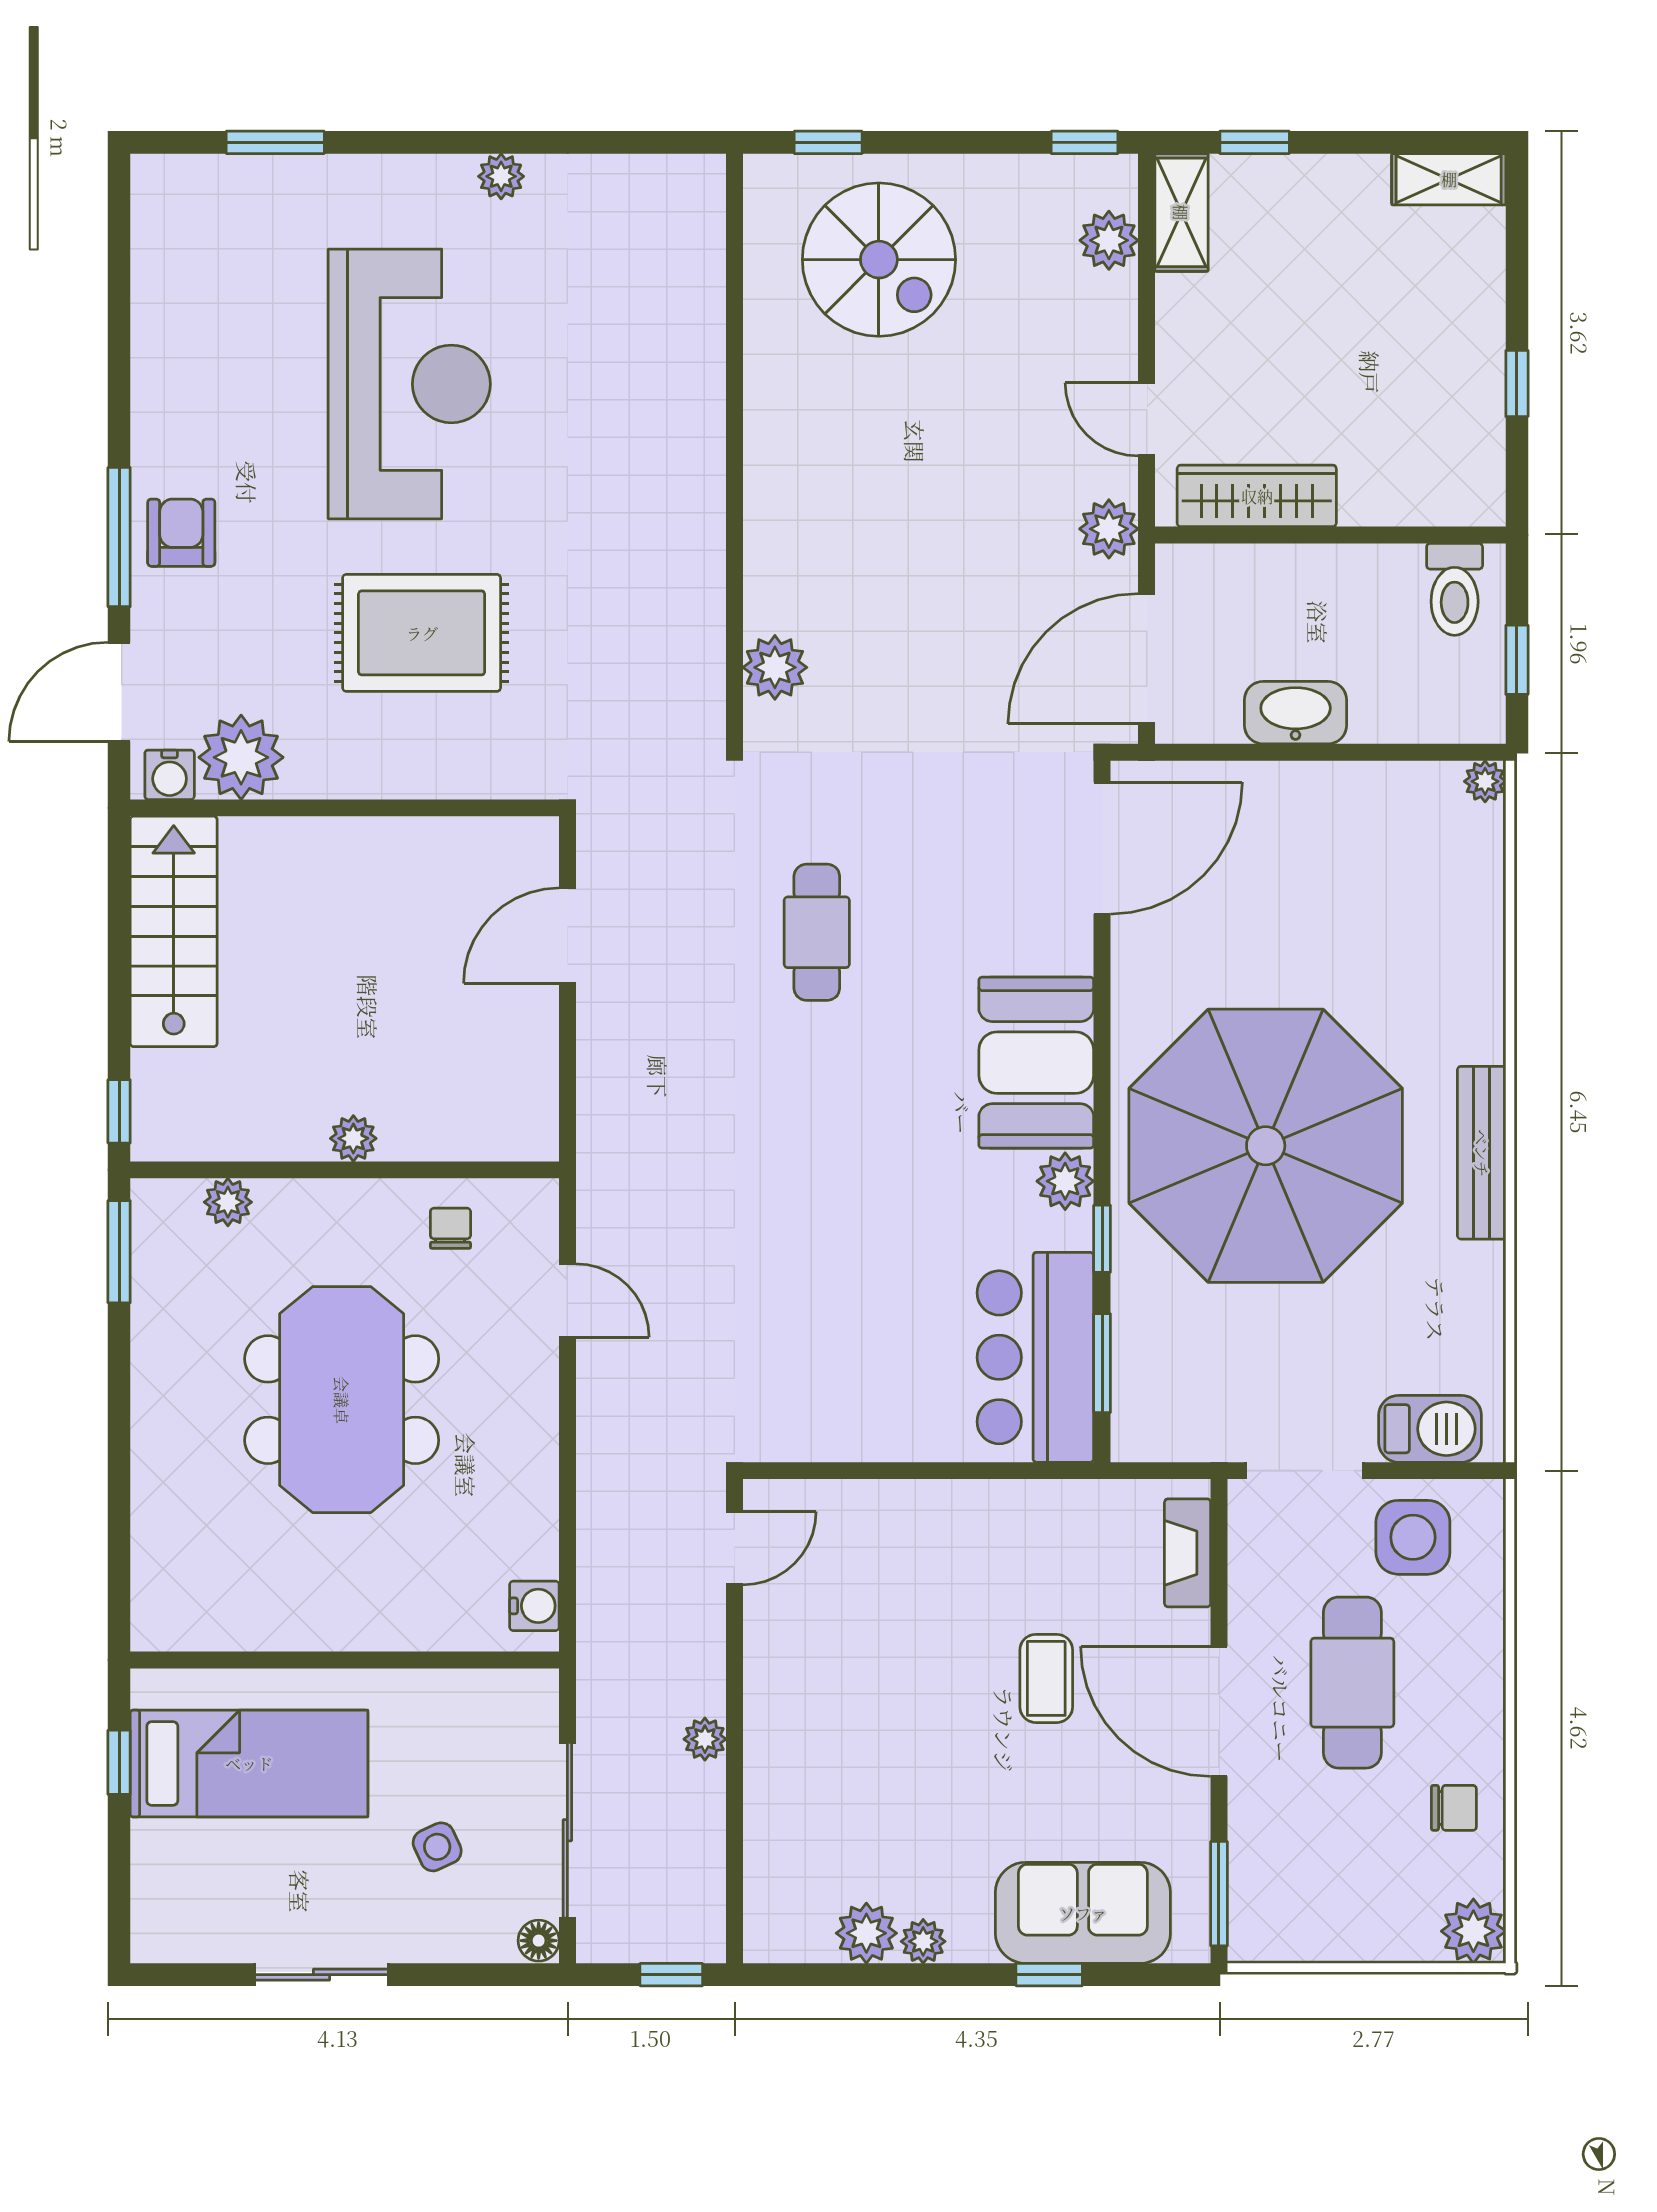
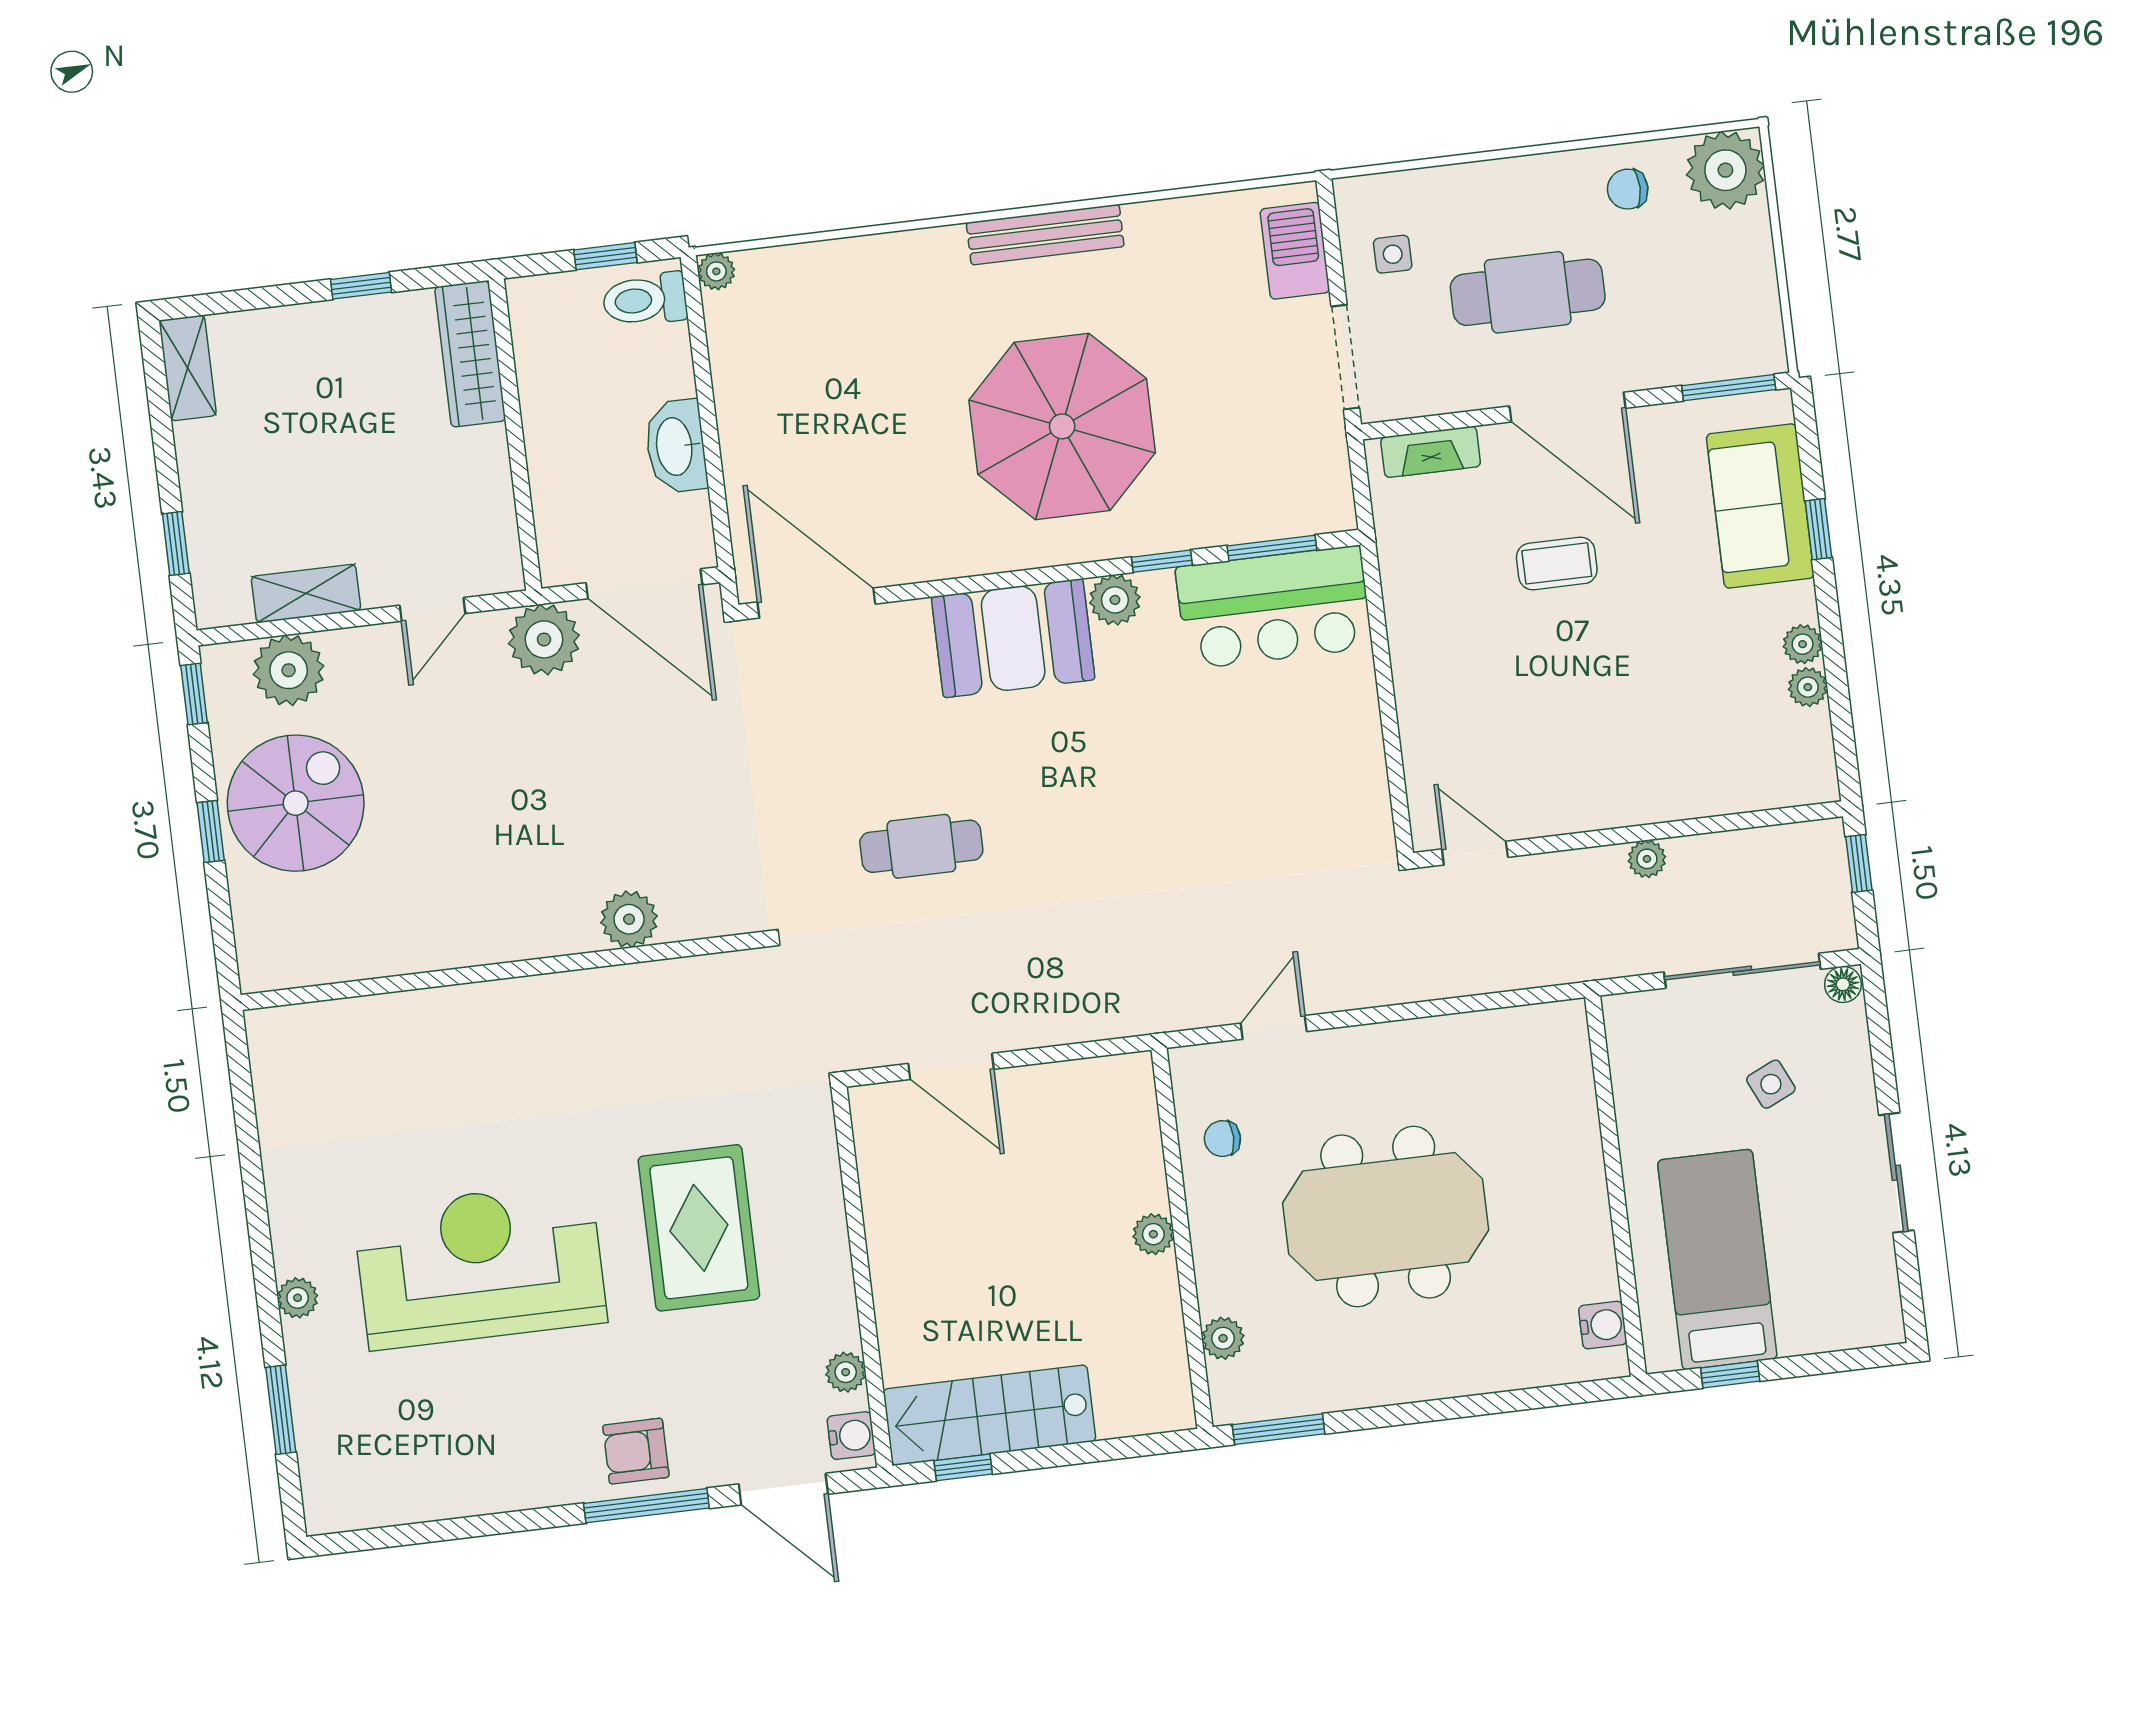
window: (828, 142) -> (211, 832), moved
plant: (501, 176) -> (298, 1298), moved
shelving: (1181, 212) -> (306, 593), moved
plant: (1109, 240) -> (289, 670), width x1.36, depth x1.36
spiral stairs: (879, 260) -> (296, 803), moved
wardrobe: (1257, 496) -> (470, 354), moved
plant: (1109, 529) -> (544, 639), width x1.36, depth x1.36
toilet: (1455, 589) -> (645, 300), moved, turned 180
plant: (775, 667) -> (629, 919), moved
plant: (241, 757) -> (846, 1372), width x0.53, depth x0.53
window: (119, 1111) -> (963, 1467), moved
parasol: (1266, 1146) -> (1062, 426), width x0.73, depth x0.73
side table: (1413, 1537) -> (1393, 254), width x0.54, depth x0.54
water cooler: (534, 1606) -> (1603, 1325), moved, turned 90
door: (1219, 1711) -> (1567, 407), hinge flipped
chair: (1454, 1808) -> (1628, 189), turned -90
plant: (1473, 1931) -> (1725, 170), width x1.36, depth x1.36
plant: (866, 1933) -> (1808, 687), width x0.73, depth x0.73

